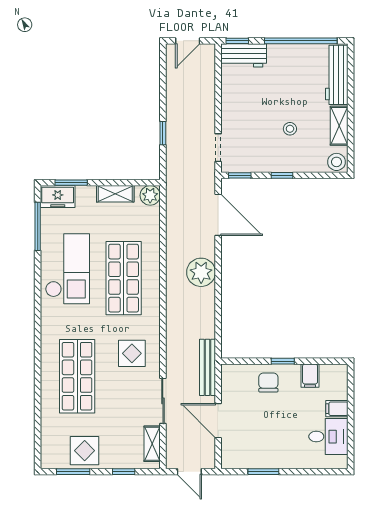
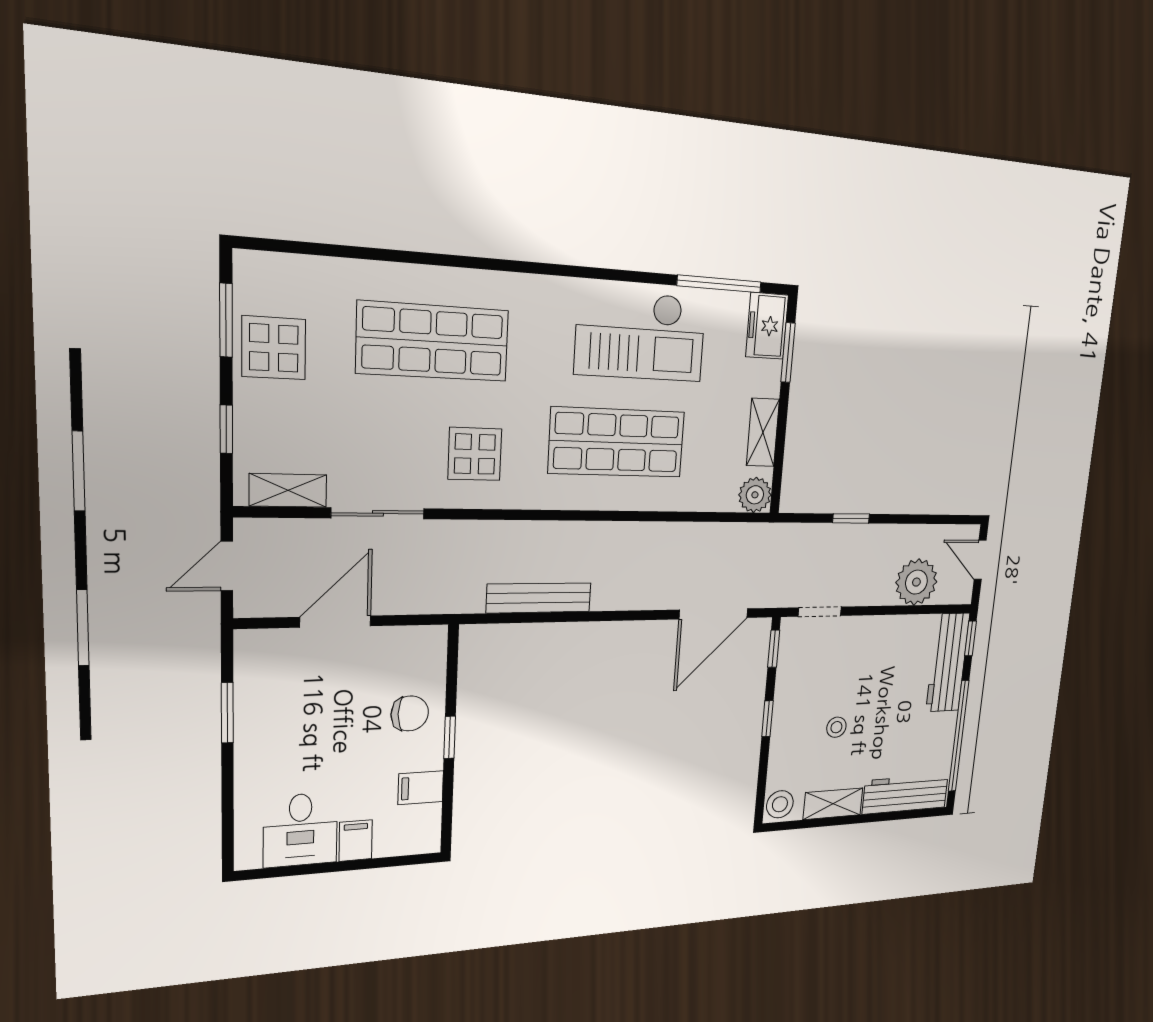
workbench: (244, 55) -> (948, 663), width x1.38
plant: (201, 272) -> (916, 582), moved
bench: (207, 367) -> (539, 598), moved

